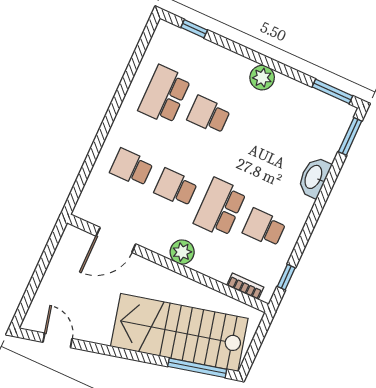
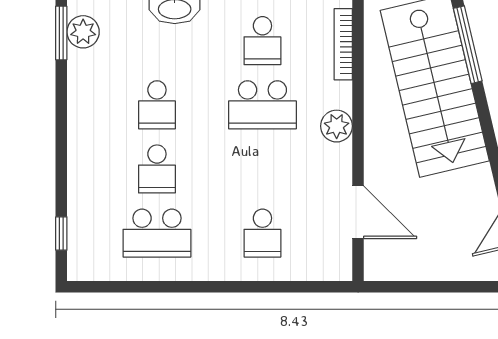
plant: (262, 78) -> (83, 32), moved
school desk: (176, 188) -> (157, 105), moved
bookcase: (245, 286) -> (343, 44), width x1.56

